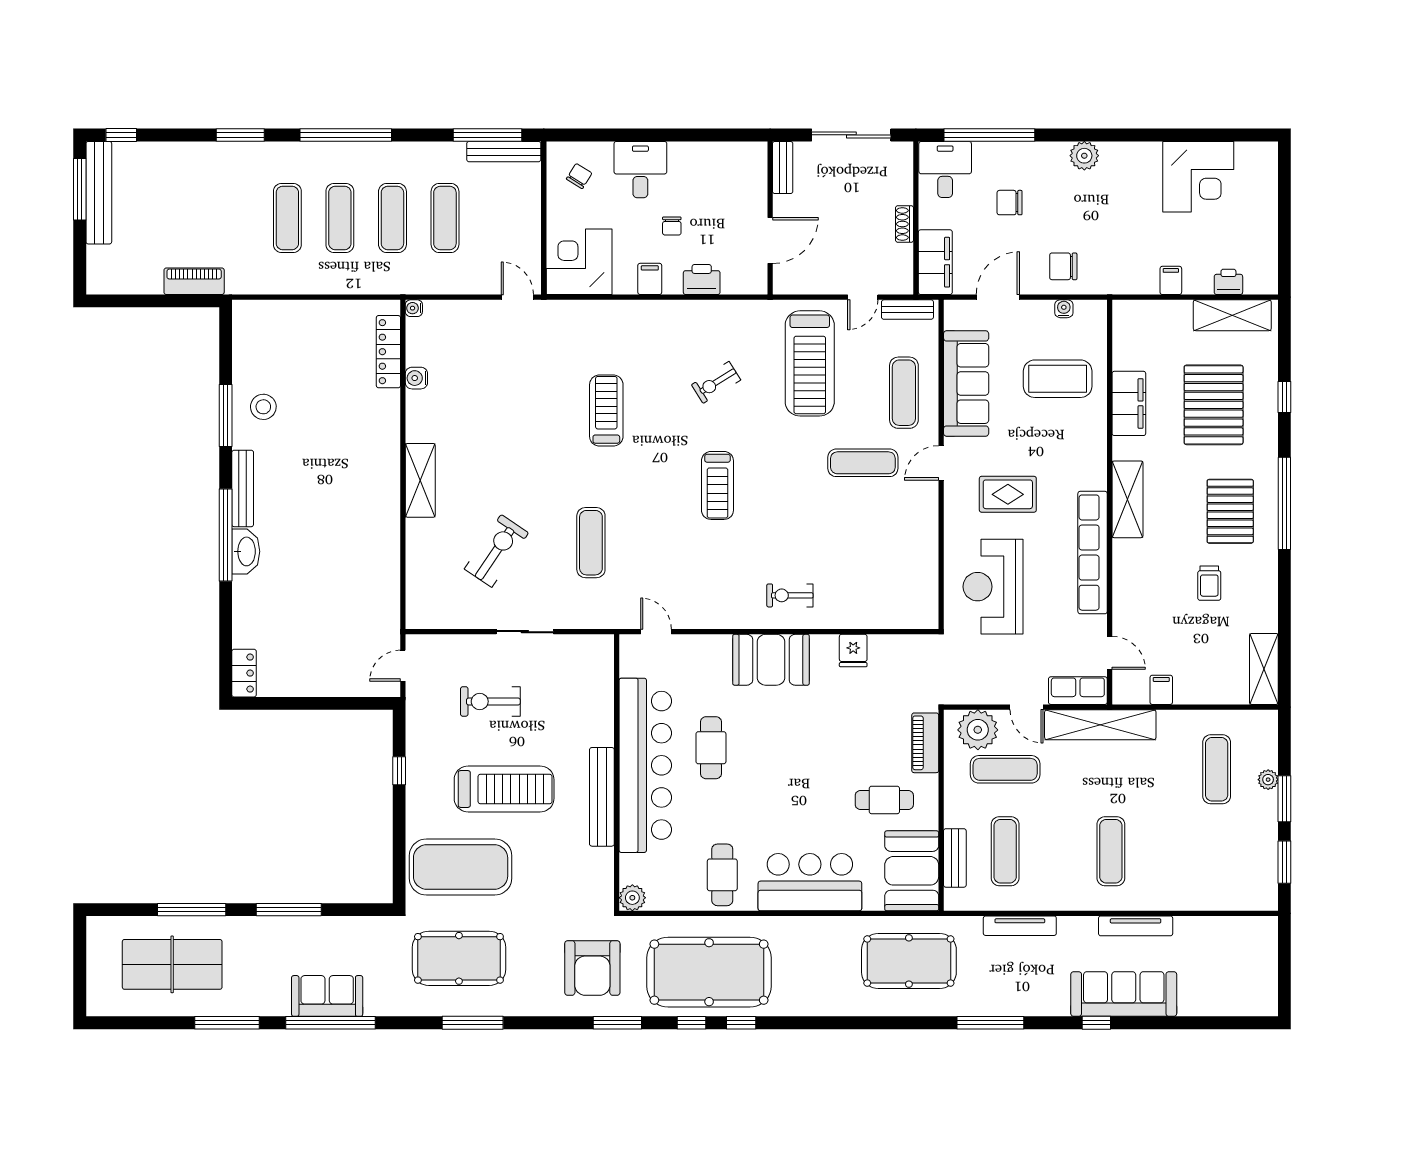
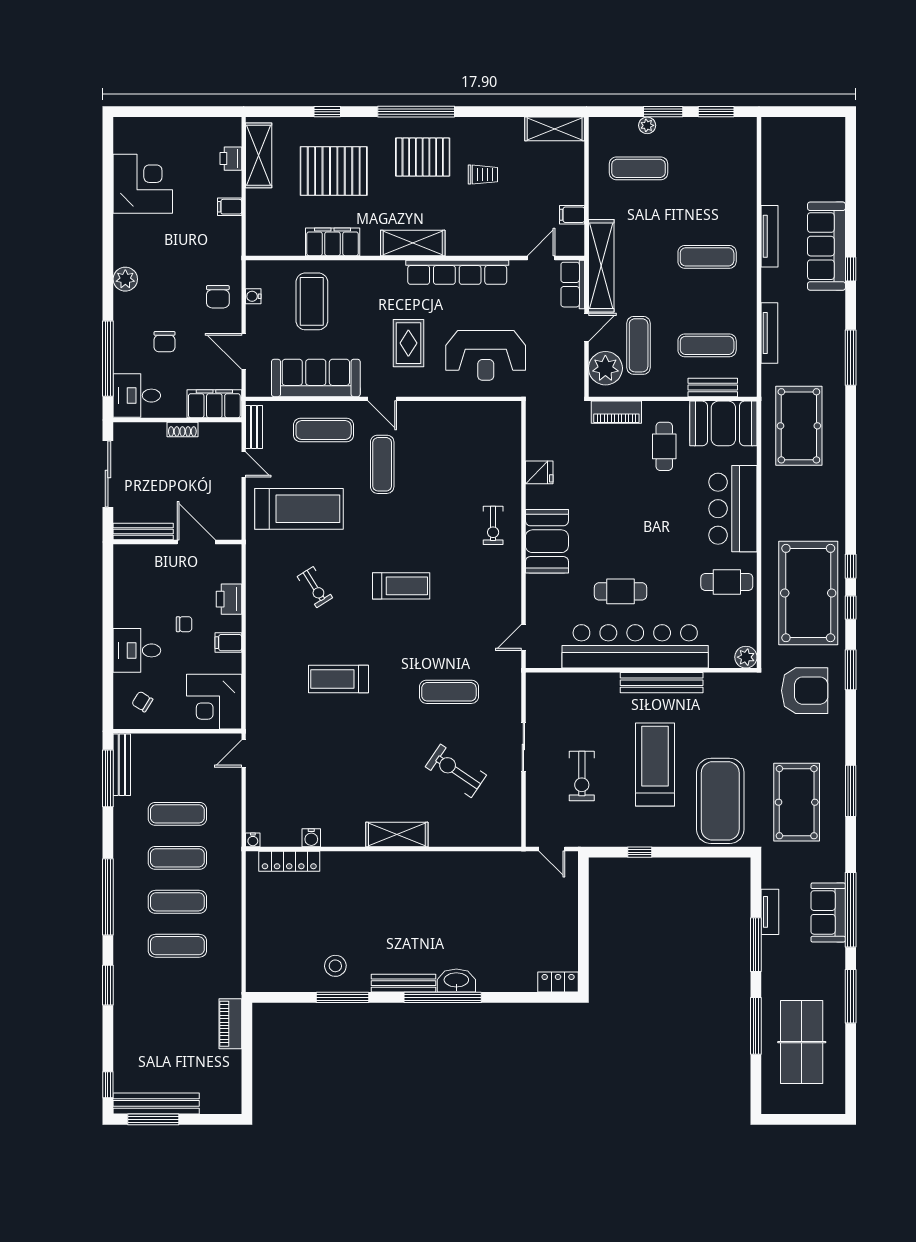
bench: (783, 167) -> (143, 531), width x1.36
tv unit: (328, 926) -> (770, 912), added

